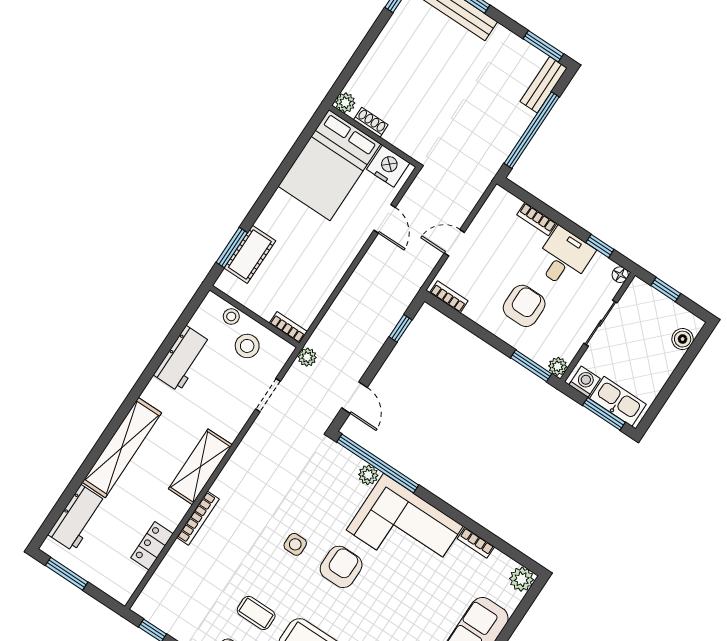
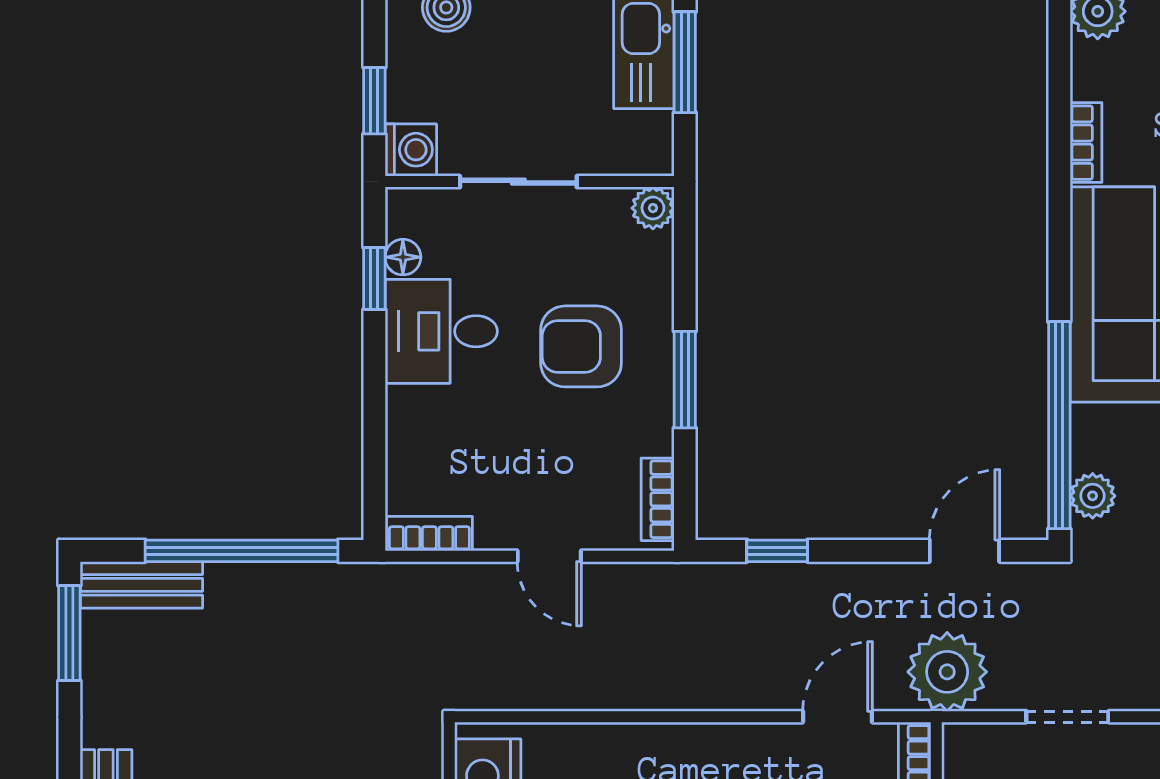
door: (385, 219) -> (838, 717), moved
bookcase: (537, 219) -> (429, 534), moved, turned -90
floor lamp: (620, 275) -> (403, 257), moved
plant: (307, 357) -> (947, 672), width x1.88, depth x1.88
window: (531, 366) -> (685, 380), moved
washing machine: (585, 382) -> (411, 150), moved, turned 180
plant: (368, 475) -> (1093, 496), moved

